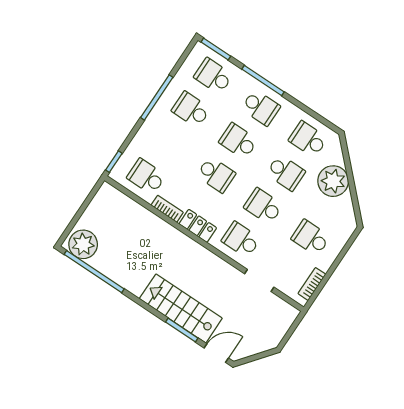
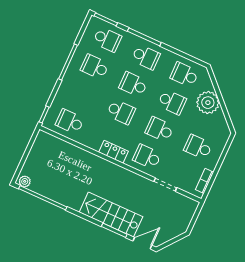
school desk: (213, 76) -> (107, 39), turned 180
bookcase: (167, 209) -> (89, 143), removed
plant: (83, 244) -> (25, 181), width x0.53, depth x0.53

